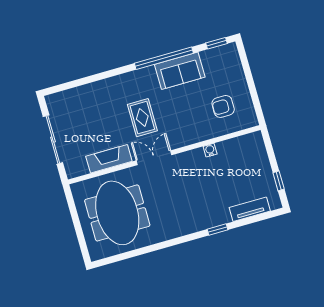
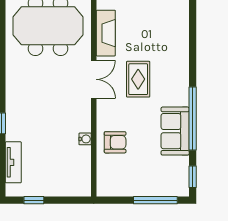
window: (247, 71) -> (155, 200), added
armchair: (223, 106) -> (115, 142), moved, turned 90
rug: (142, 118) -> (138, 79), turned 90

